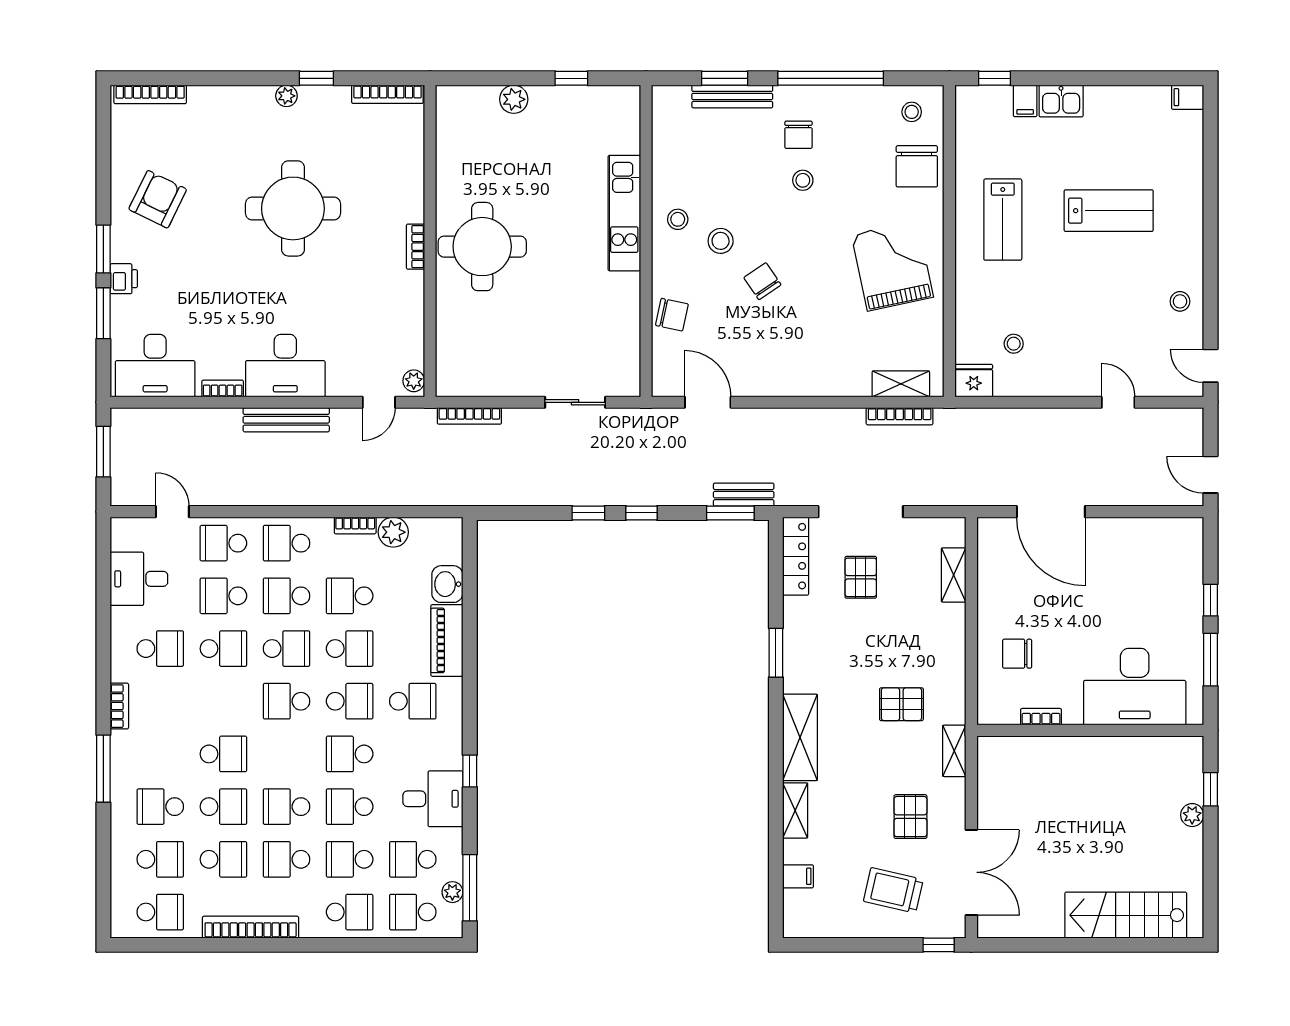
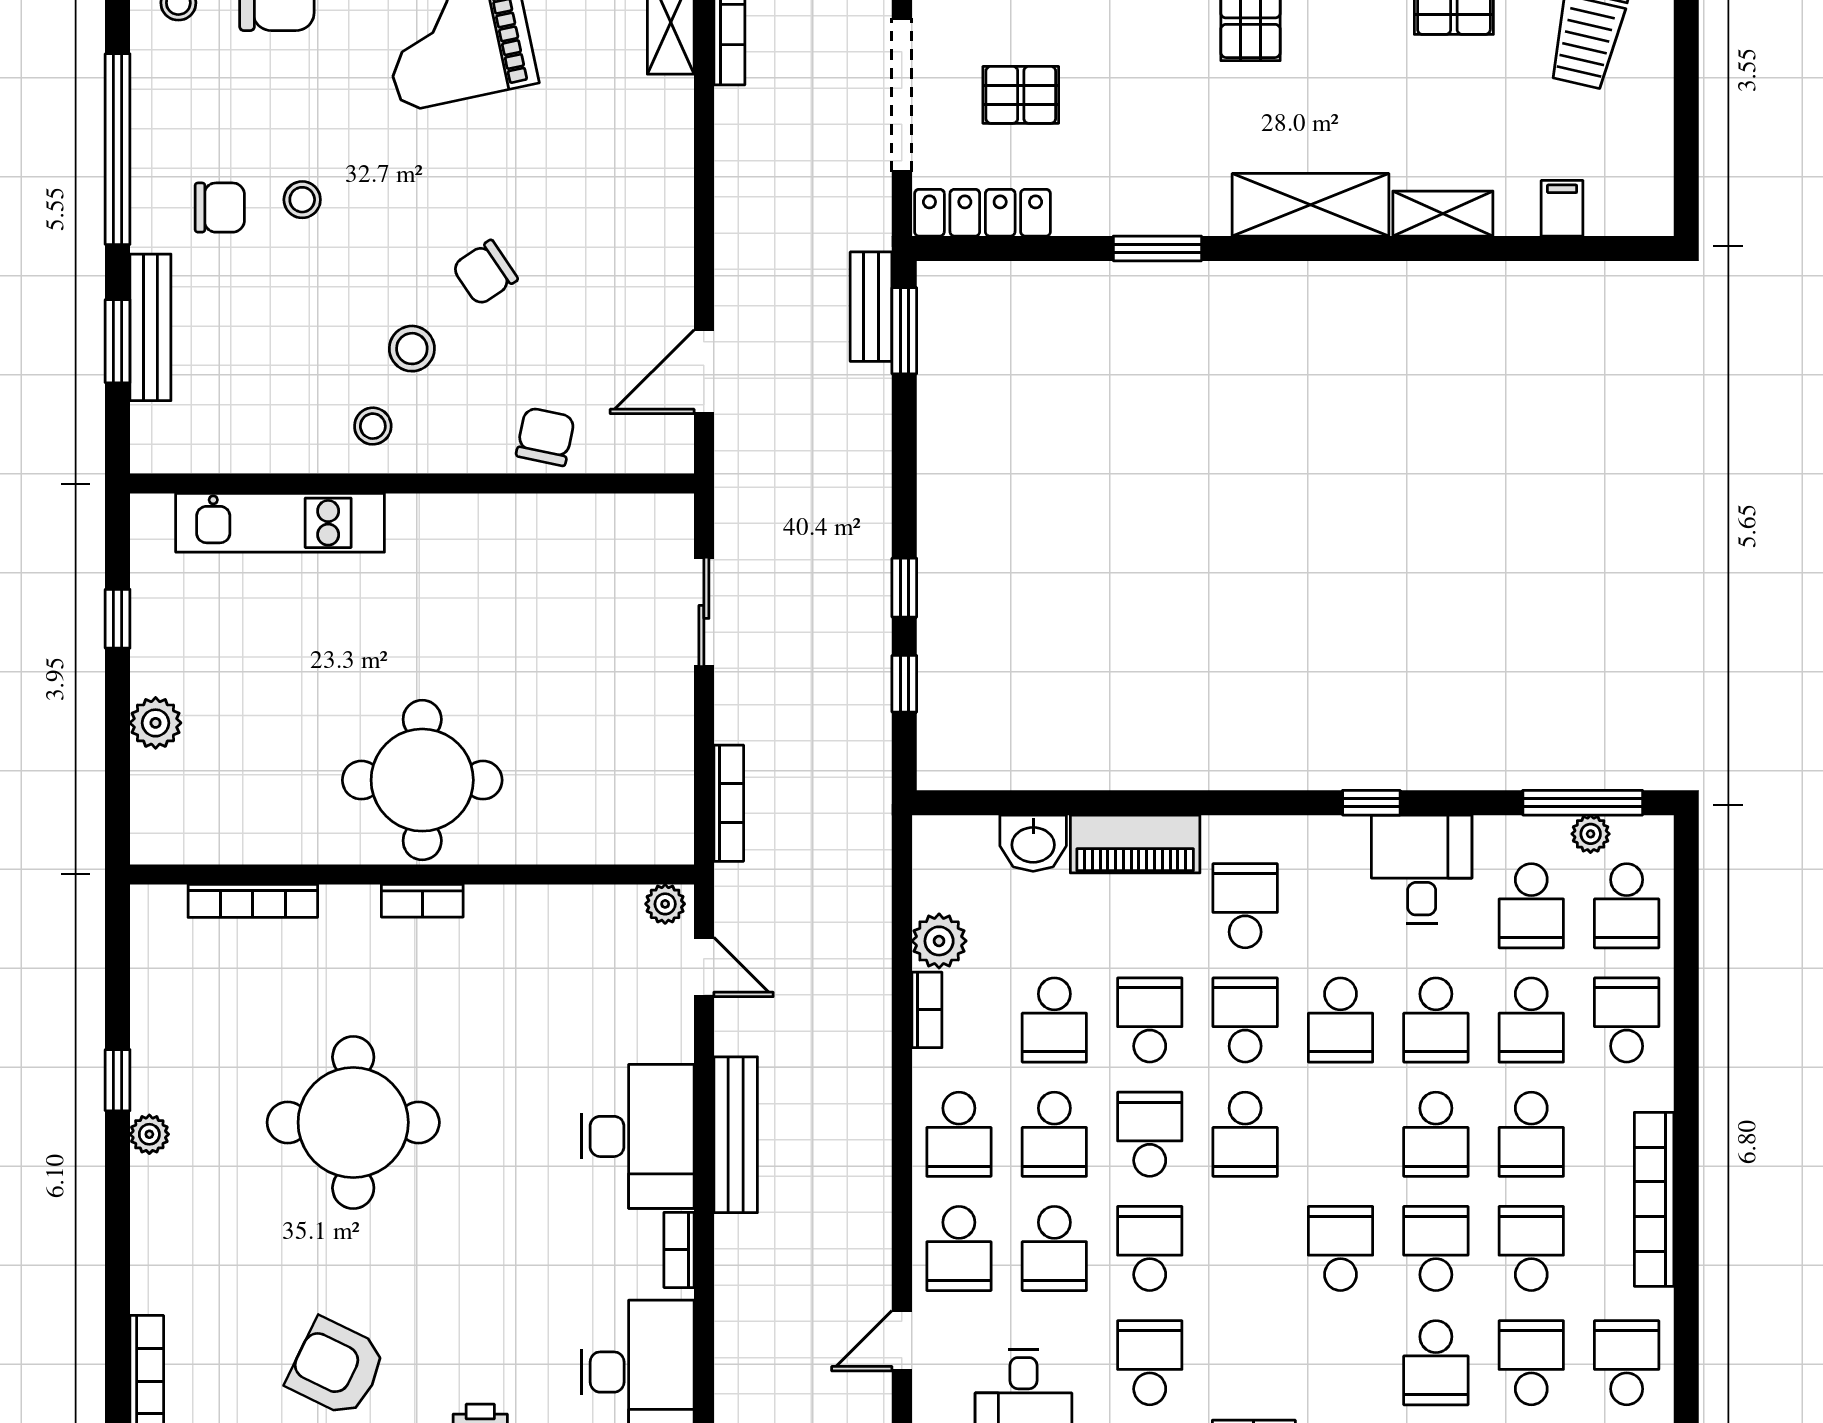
bookcase: (387, 94) -> (253, 901), moved, turned 90
kitchen unit: (624, 213) -> (280, 523), moved
window: (642, 513) -> (904, 684), moved

